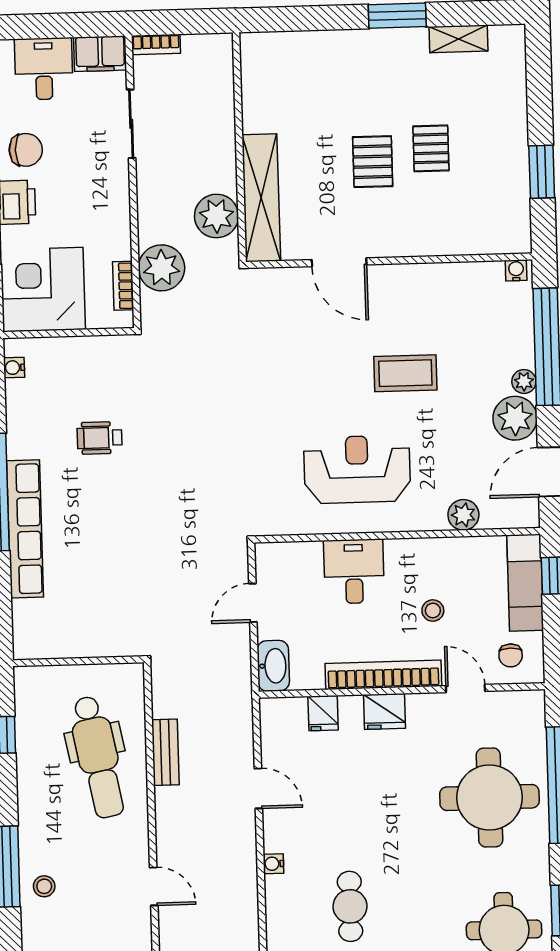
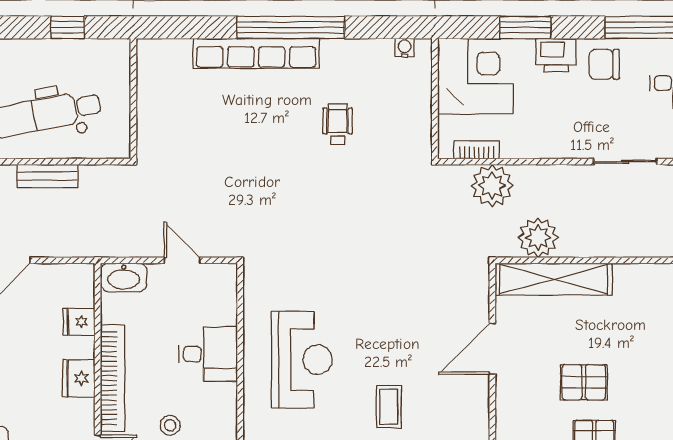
chair: (26, 150) -> (604, 64), turned 90
coffee table: (405, 373) -> (389, 407), width x0.73, depth x0.77

